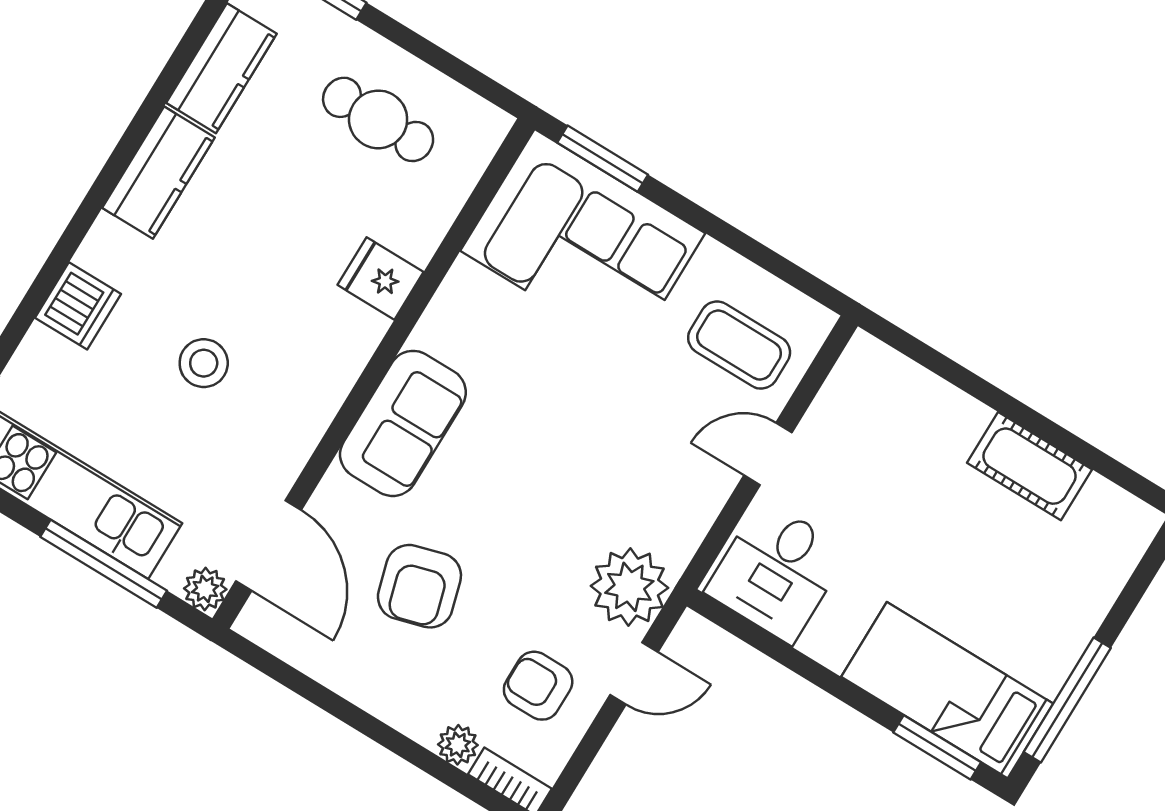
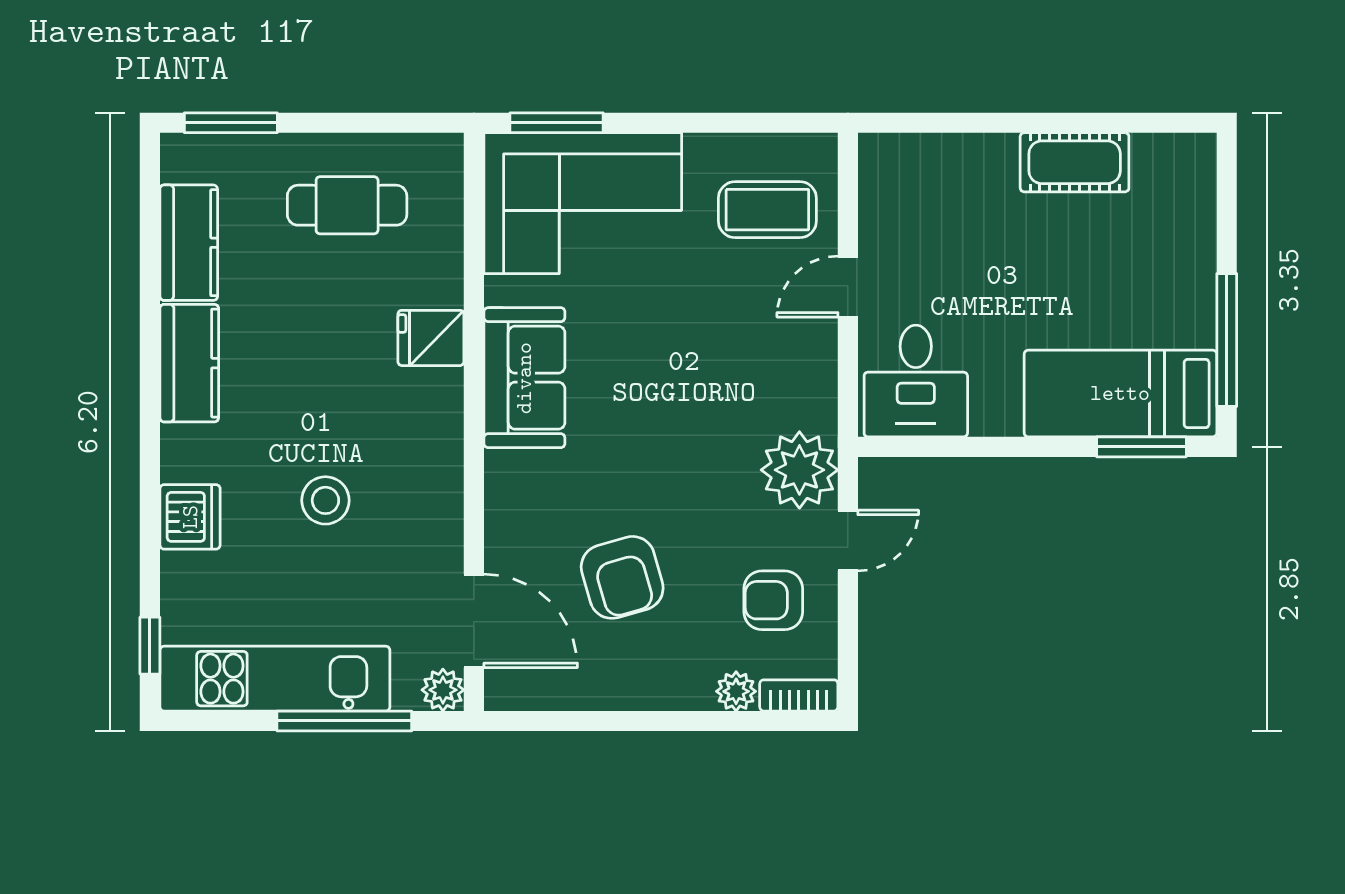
sofa: (403, 423) -> (524, 378), moved

